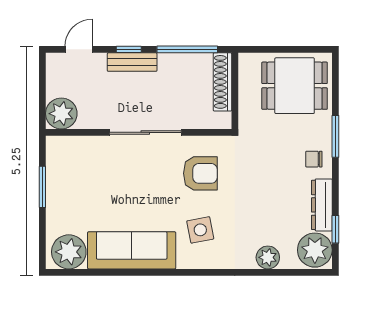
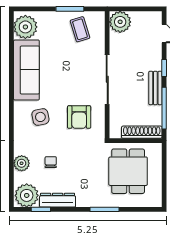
bench: (132, 62) -> (155, 88), moved
dining table: (295, 86) -> (128, 171), moved
chair: (314, 159) -> (51, 162), moved
coffee table: (72, 172) -> (80, 29), added

